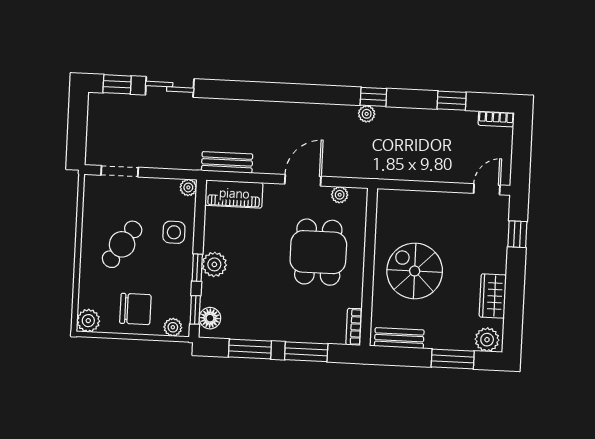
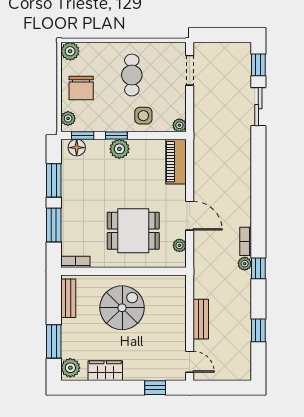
bookcase: (496, 119) -> (246, 241), moved
bench: (227, 162) -> (201, 319), moved
cafe table: (122, 244) -> (132, 75), turned 56

